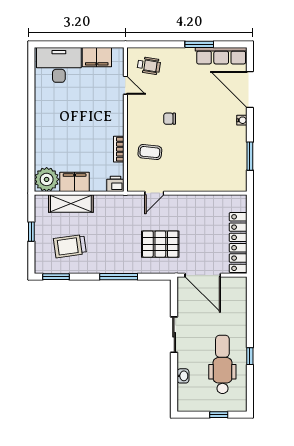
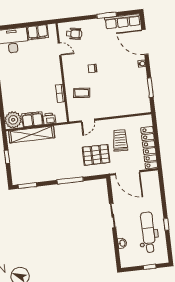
printer: (115, 184) -> (49, 119), moved
shelving: (71, 204) -> (32, 134), width x1.47
trolley: (70, 246) -> (120, 140), moved, turned 101

